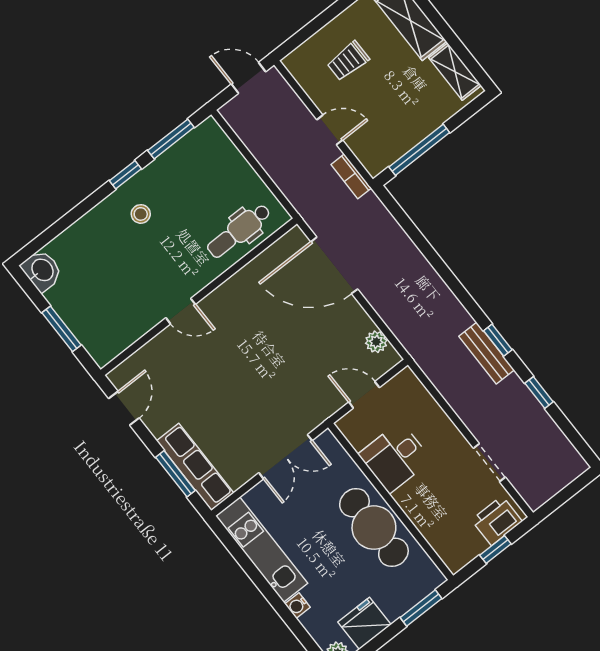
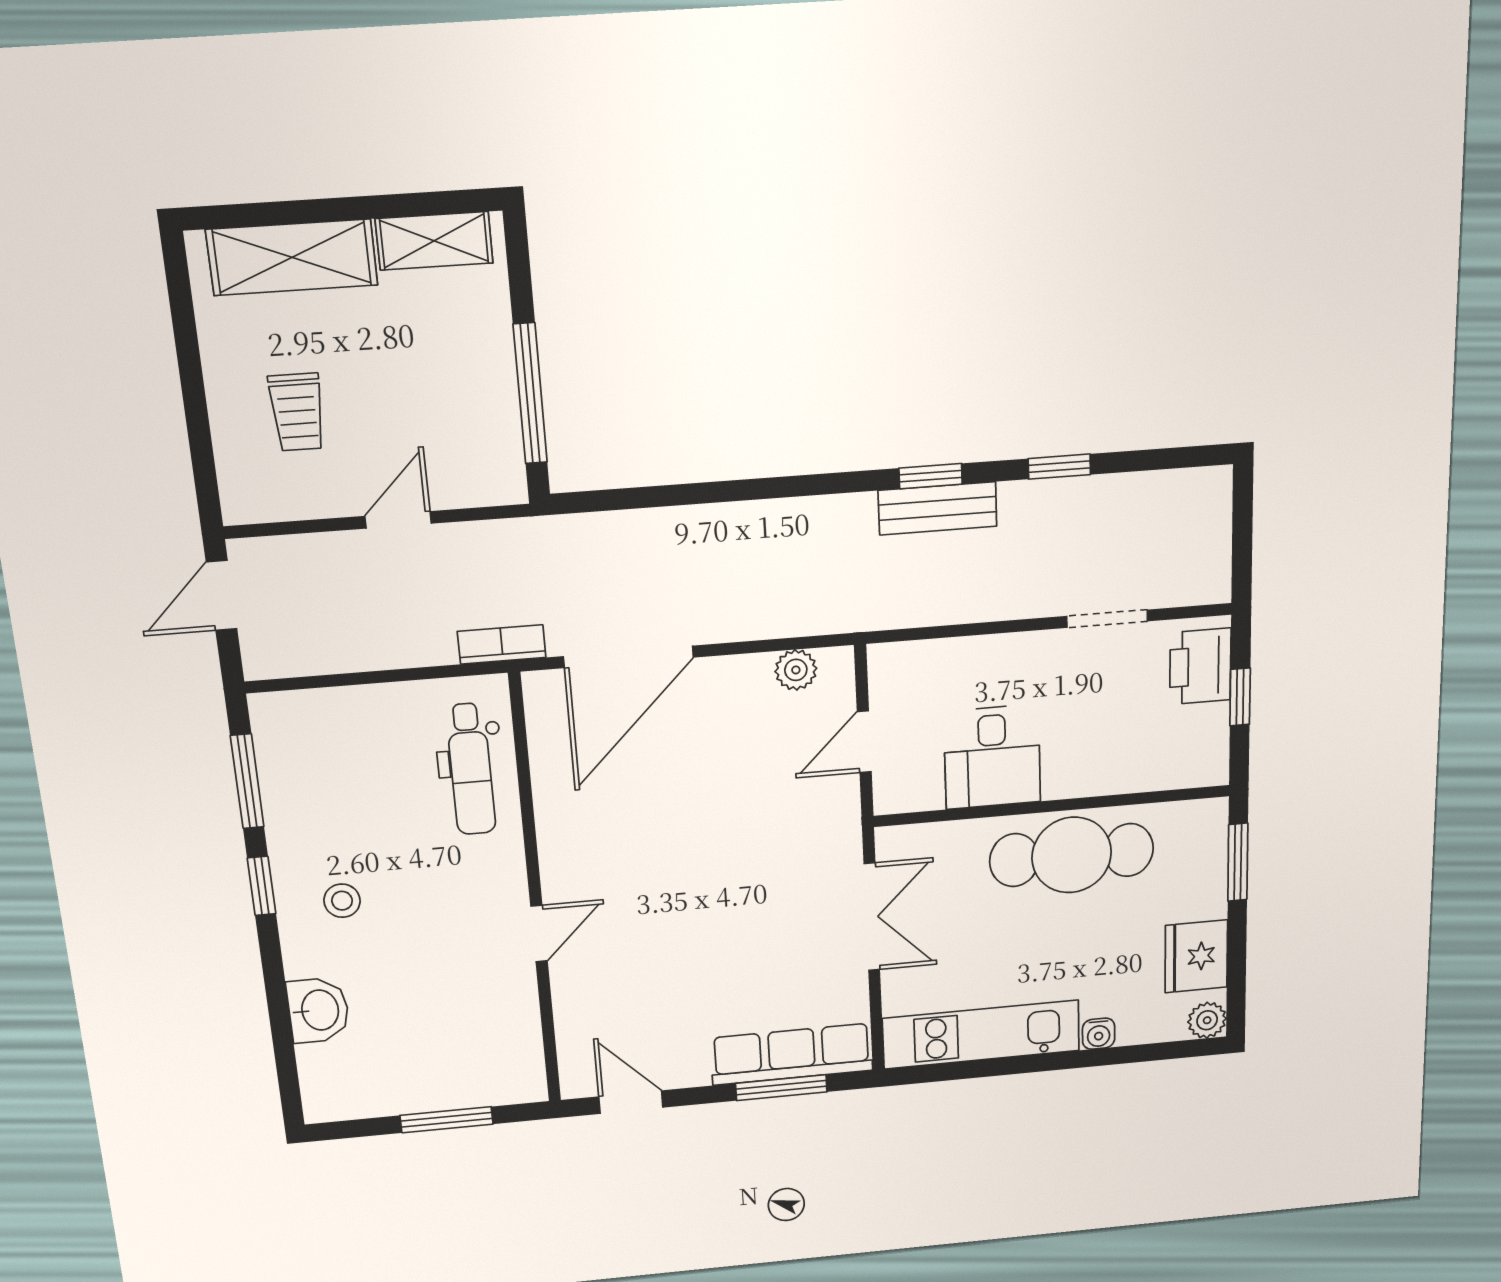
bookcase: (351, 176) -> (502, 644), moved, turned 180
washbasin: (42, 270) -> (318, 1010), moved, turned 90

